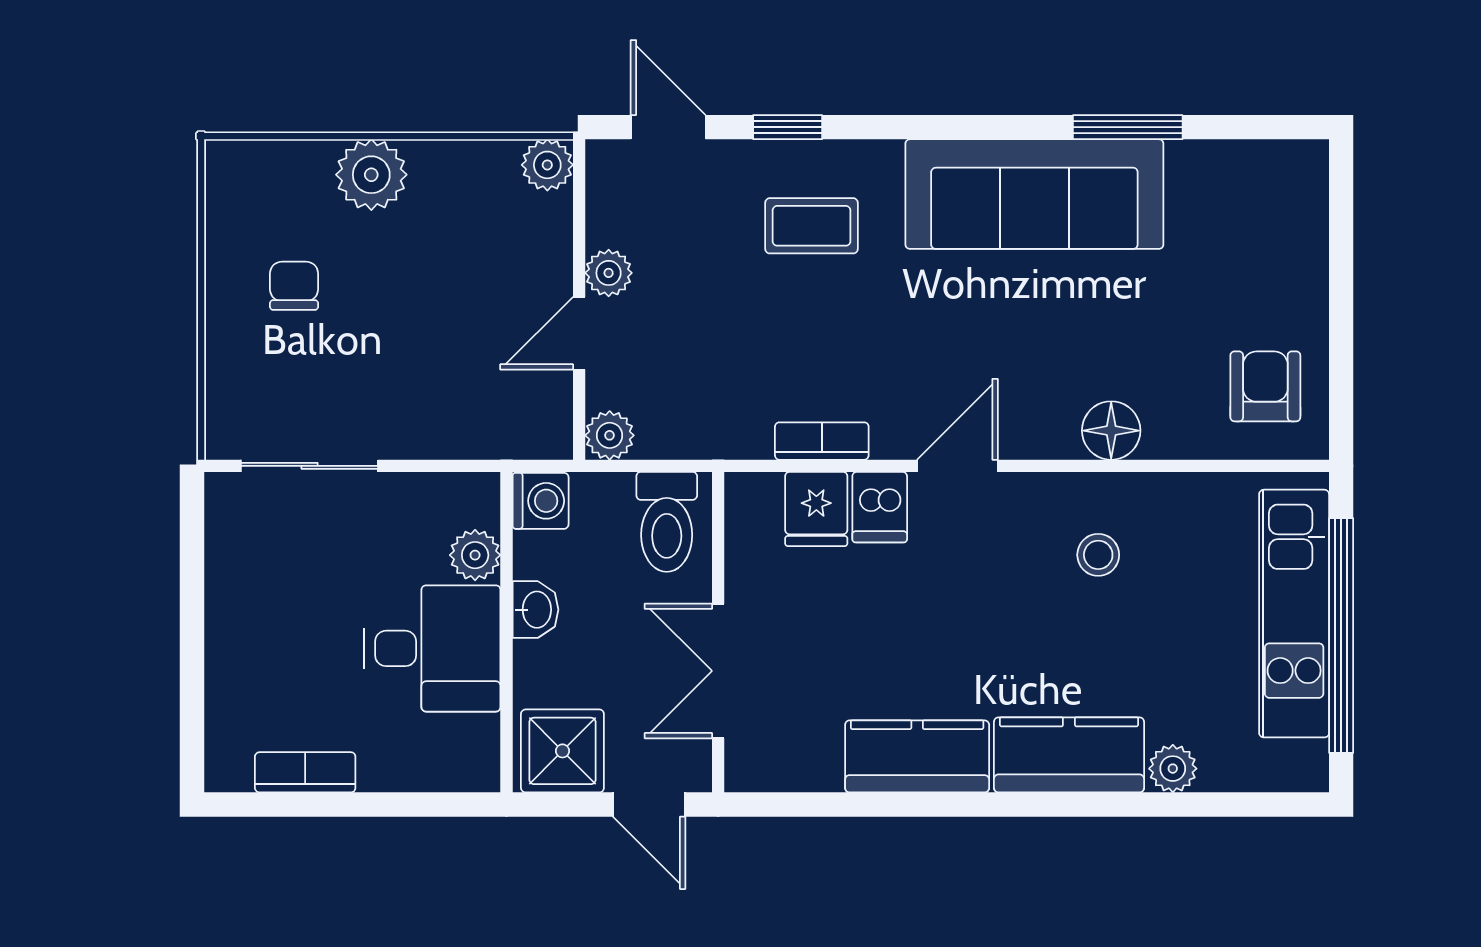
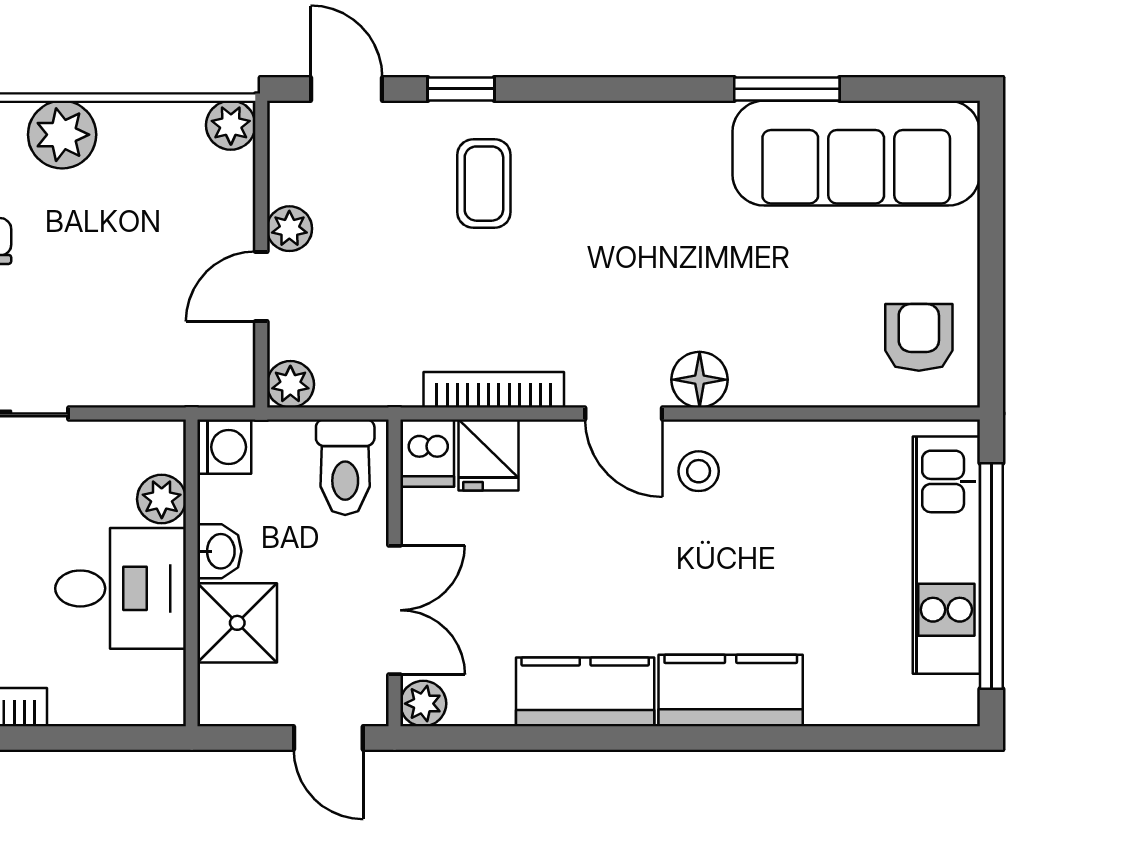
sofa: (1034, 194) -> (856, 153), moved
coffee table: (812, 226) -> (484, 184), turned 90
floor lamp: (1111, 431) -> (700, 380), moved
bookcase: (822, 441) -> (494, 390), width x1.56
door: (957, 466) -> (624, 413), swing flipped
dishwasher: (880, 507) -> (428, 453), moved
stool: (1098, 555) -> (699, 471), moved
double door: (718, 671) -> (394, 610), swing flipped
shower: (562, 751) -> (237, 623), moved
plant: (1173, 769) -> (423, 704), moved

